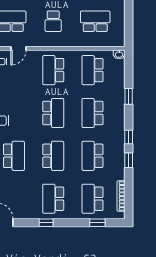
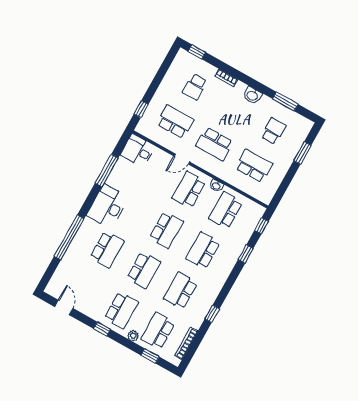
school desk: (53, 21) -> (215, 144), width x1.85
door: (19, 48) -> (182, 159), moved
washbasin: (119, 54) -> (216, 186), moved
window: (129, 137) -> (261, 226), moved
school desk: (53, 199) -> (121, 310), turned 180
plant: (75, 214) -> (133, 336), added

